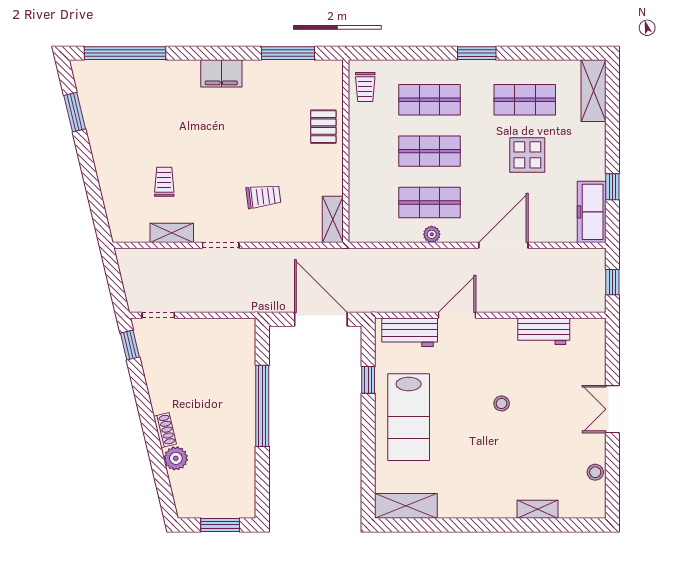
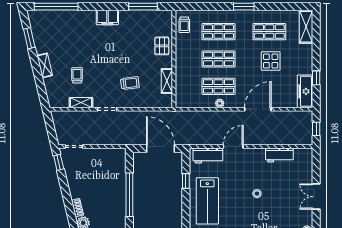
shelving: (104, 163) -> (45, 65), added
shelving: (333, 219) -> (167, 81), moved

